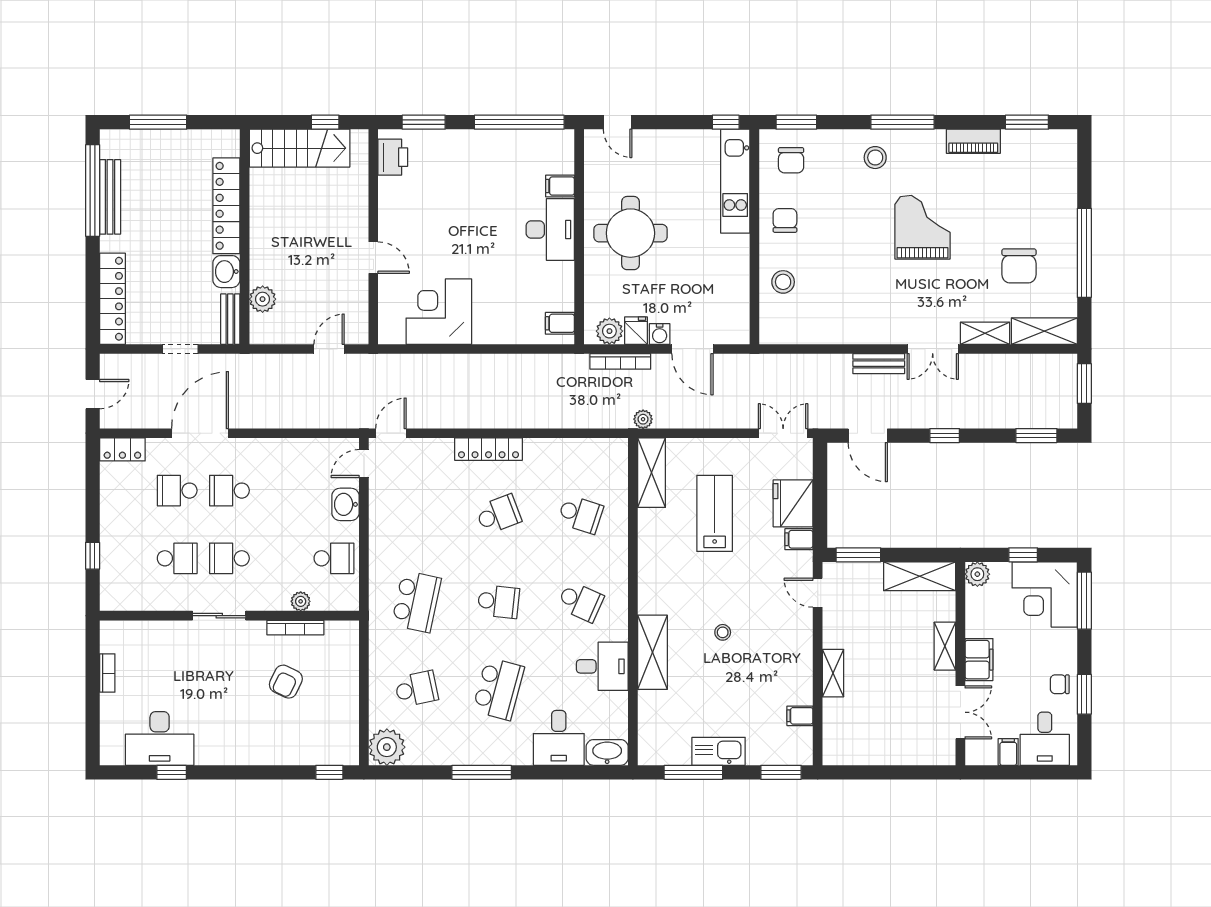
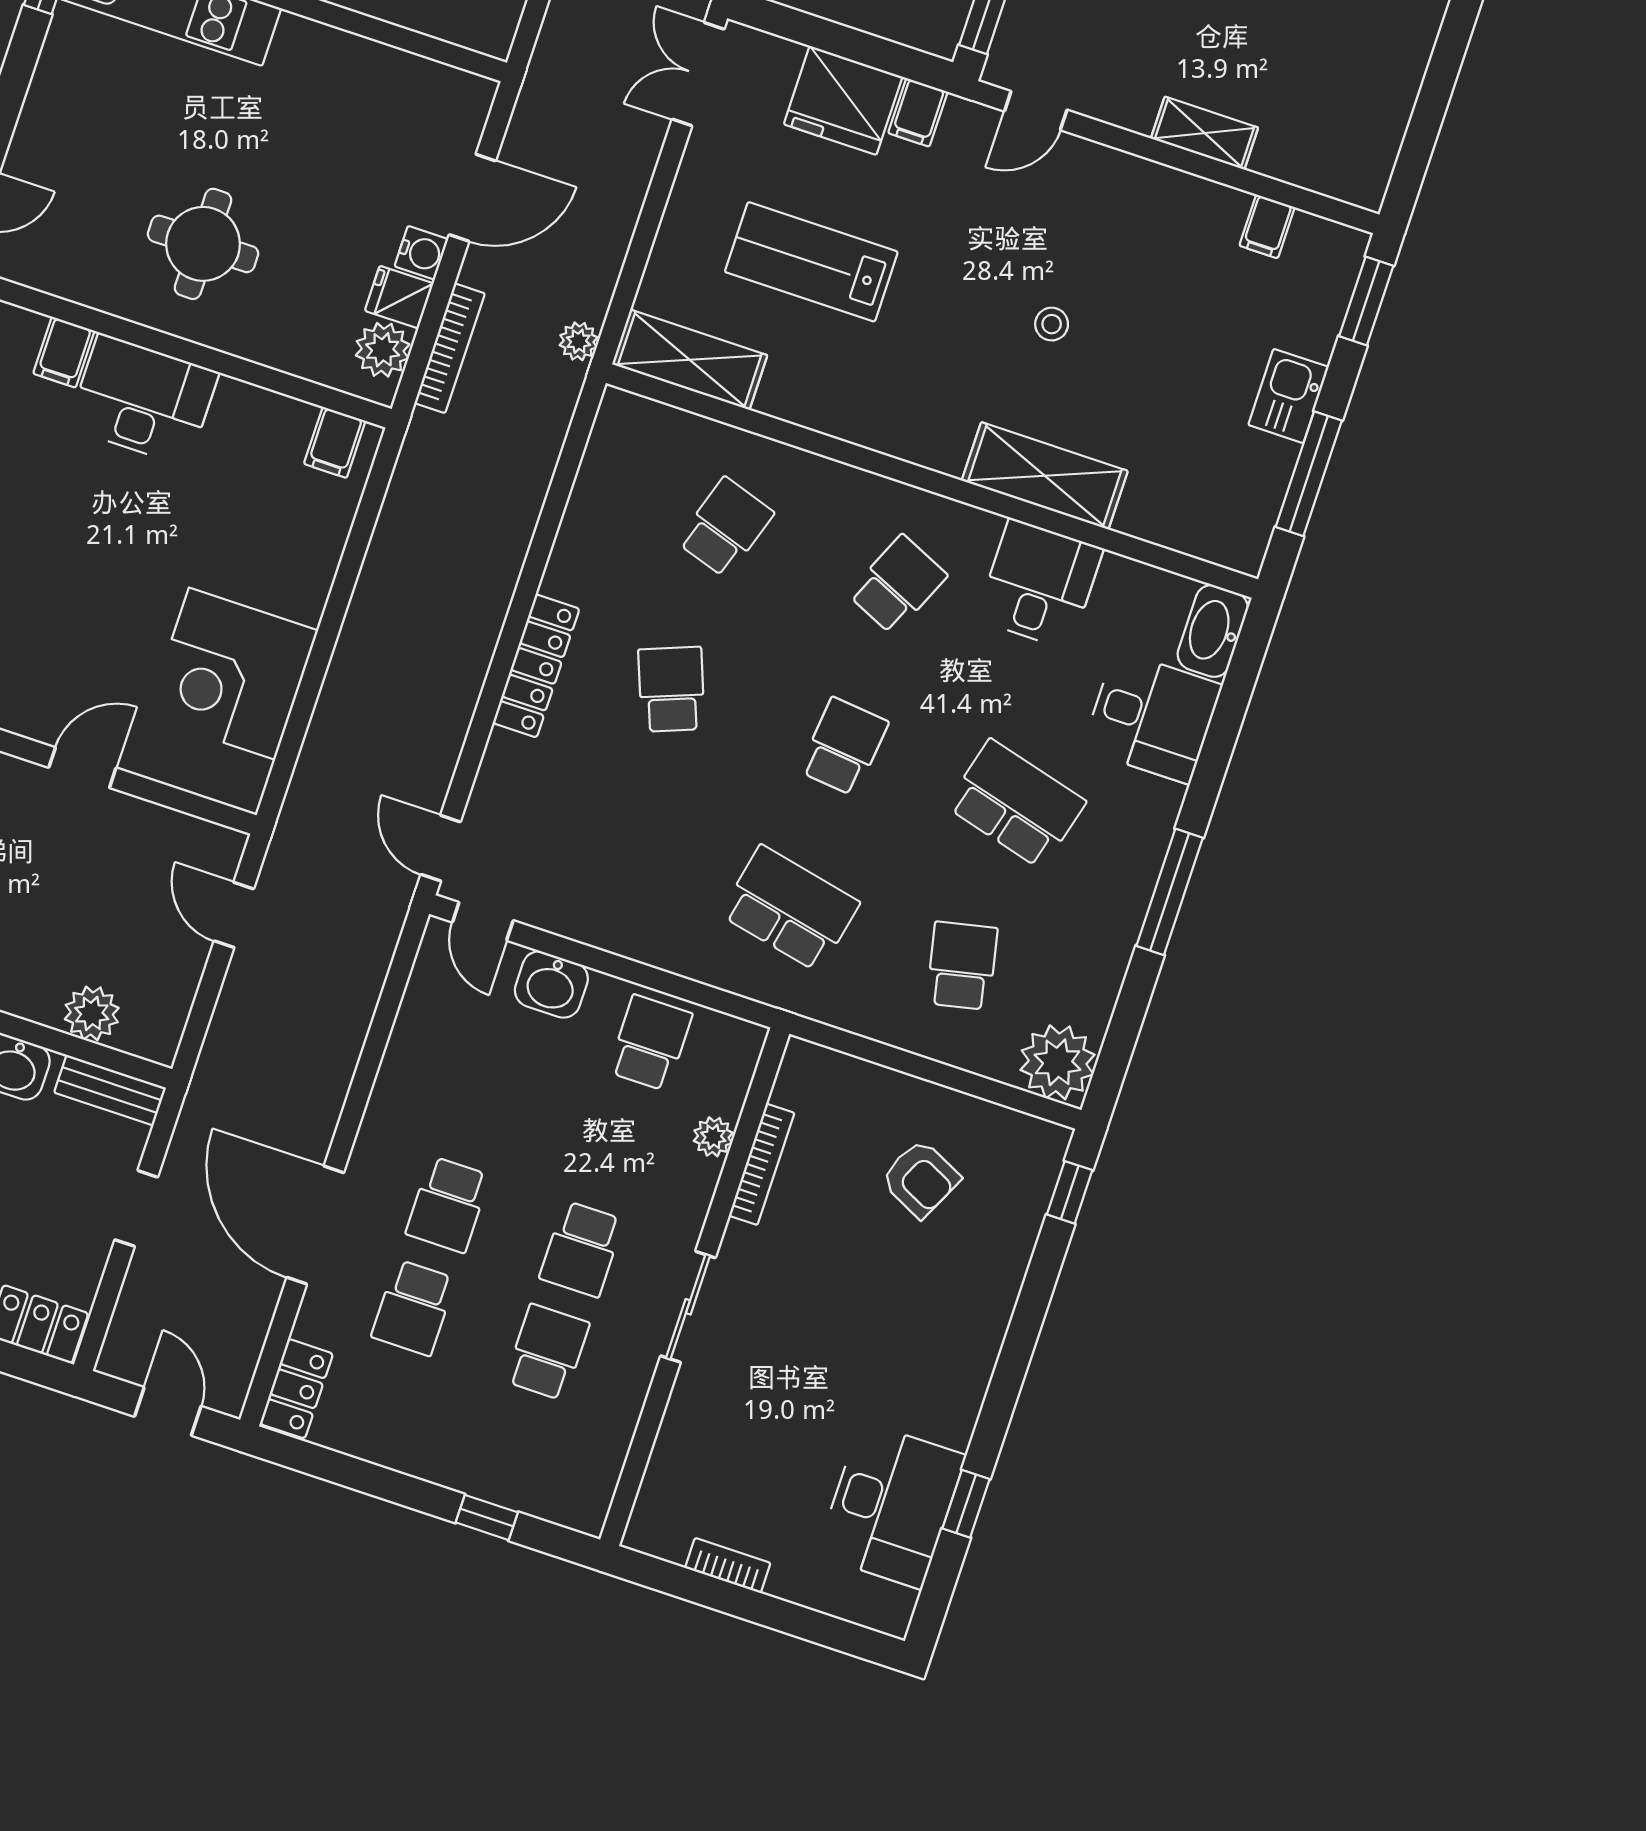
round table: (630, 233) -> (203, 244), width x0.73, depth x0.73
armchair: (286, 682) -> (920, 1179), moved
kitchen sink: (719, 751) -> (1288, 396), width x0.73

